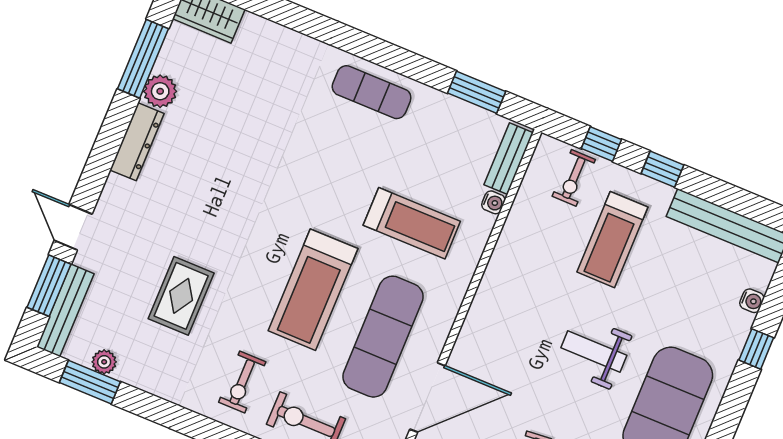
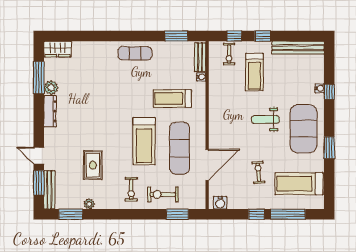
treadmill: (412, 223) -> (172, 99), turned 180
water cooler: (752, 301) -> (320, 88), moved
plant: (104, 362) -> (89, 204), moved

